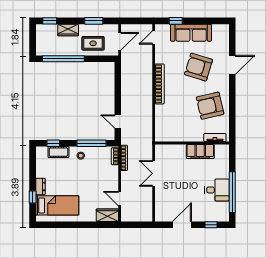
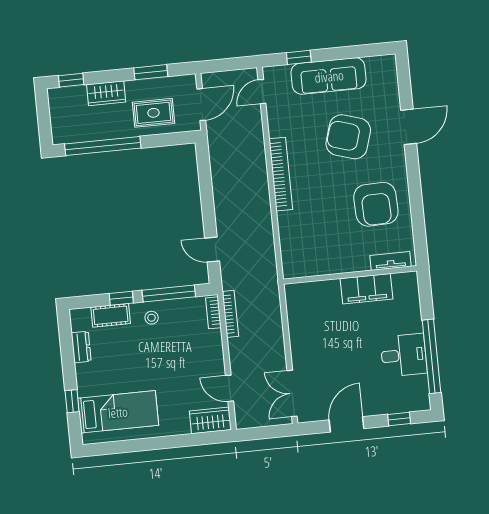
armchair: (210, 106) -> (376, 204), turned -79
window: (53, 143) -> (121, 298), moved
double door: (154, 173) -> (292, 393), moved
dresser: (40, 186) -> (81, 347), moved

